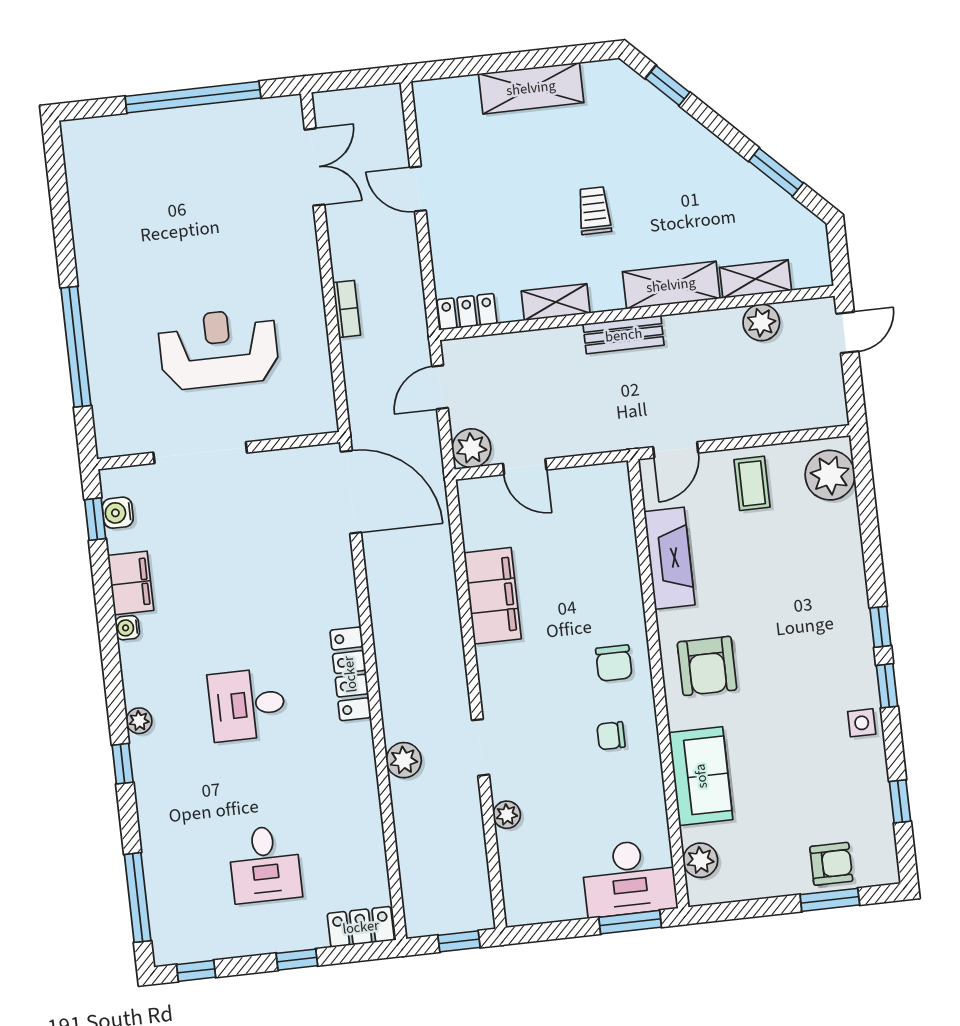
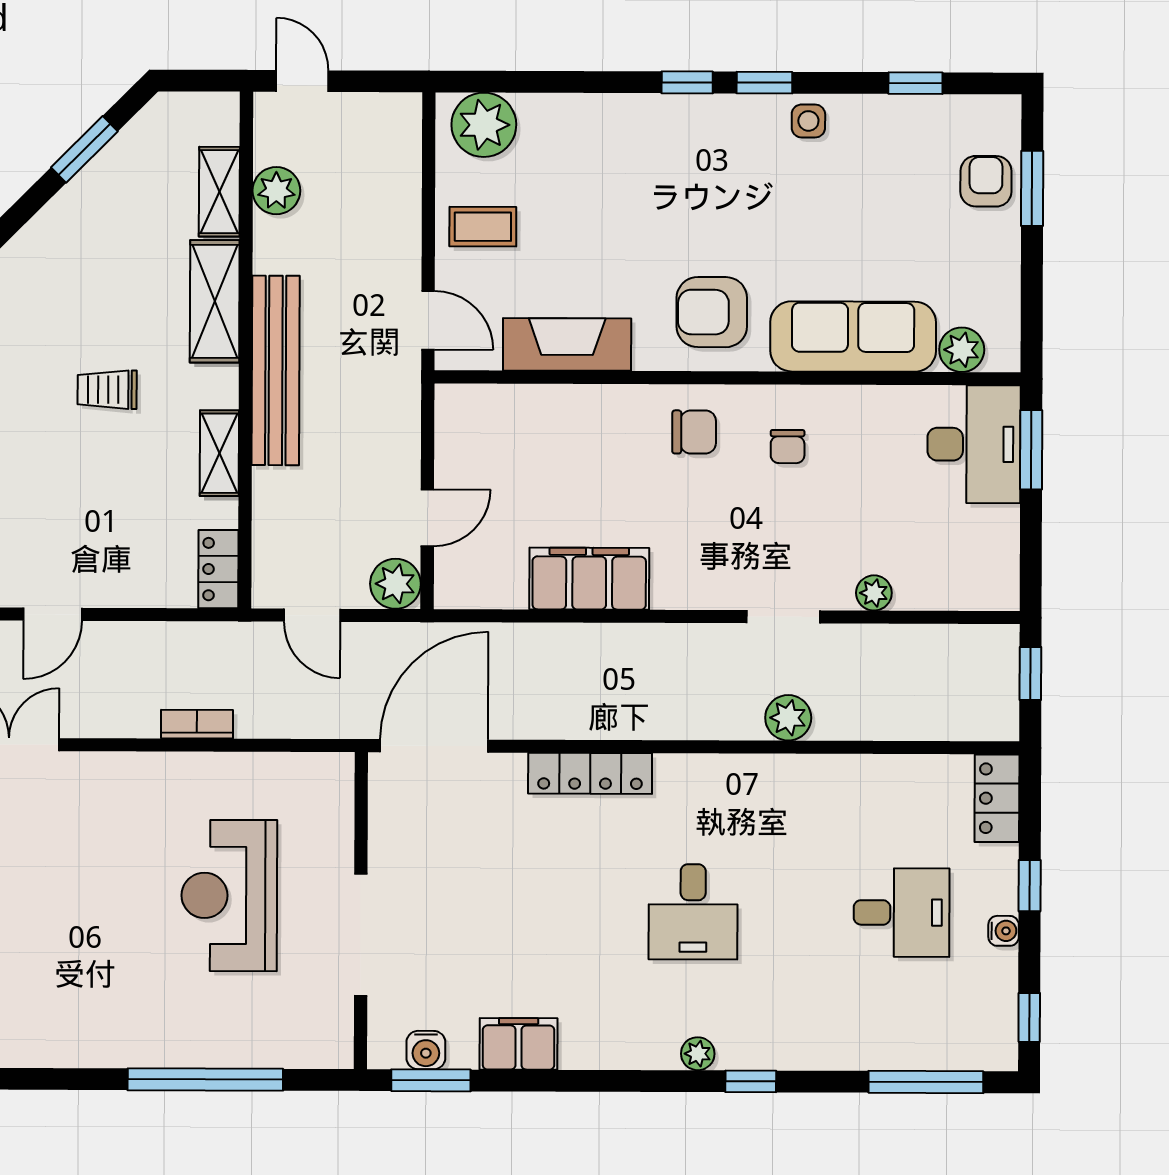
bench: (624, 335) -> (276, 370), width x1.86, depth x1.21
window: (95, 519) -> (431, 1080), width x1.50
water cooler: (127, 628) -> (1004, 931), moved, turned -90
armchair: (707, 666) -> (712, 312), turned 180
locker: (350, 674) -> (590, 773), moved
sofa: (701, 776) -> (853, 337), width x1.36

